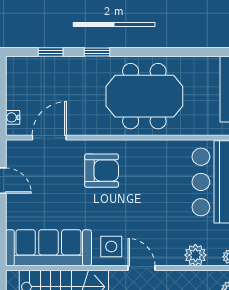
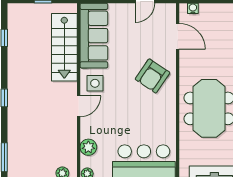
armchair: (102, 171) -> (153, 76), turned 34

